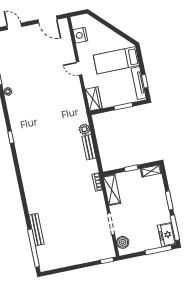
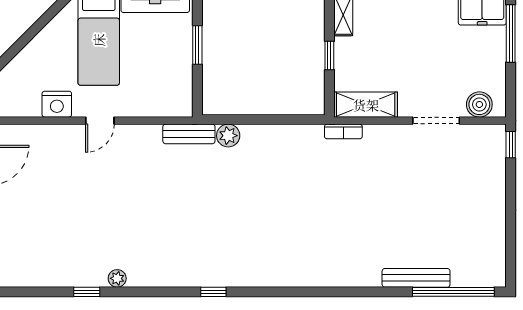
nightstand: (80, 35) -> (57, 104), moved
wardrobe: (94, 99) -> (169, 104), removed
bench: (89, 147) -> (189, 134), moved

